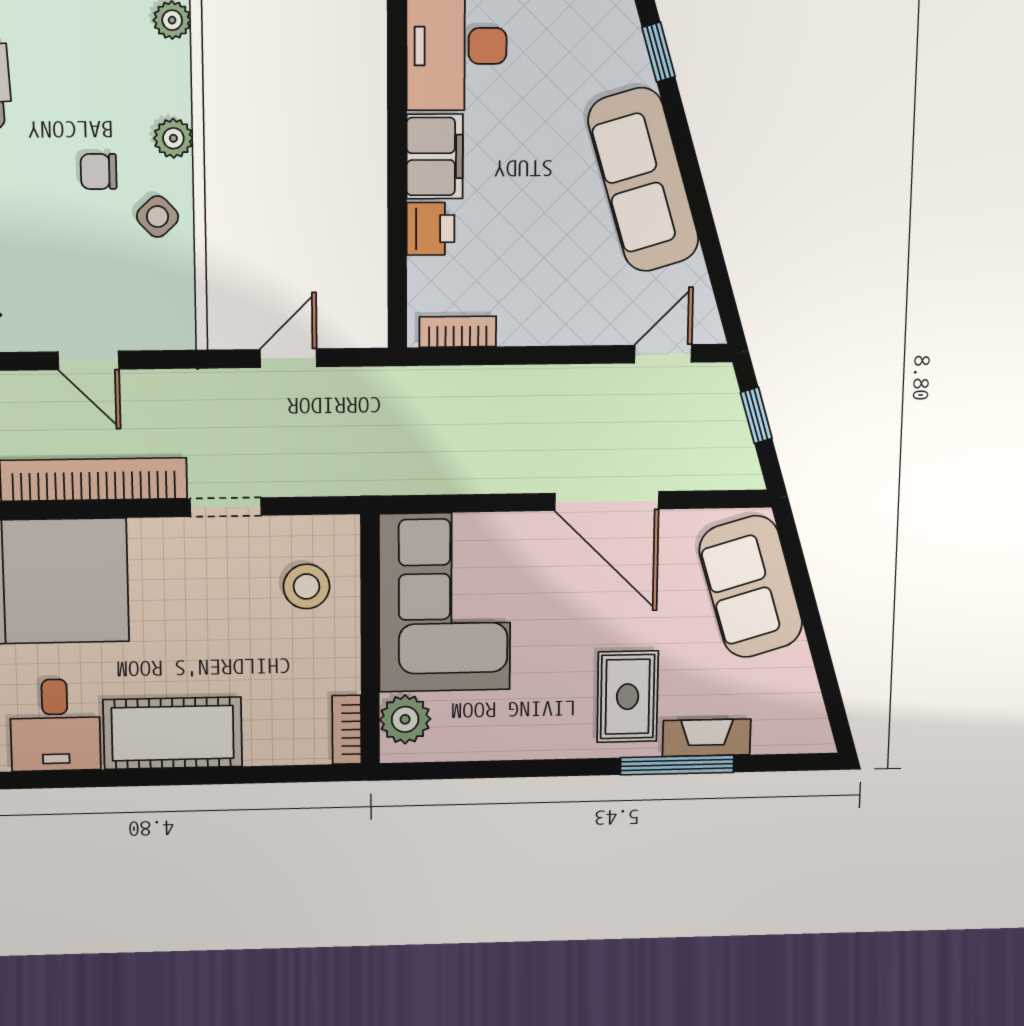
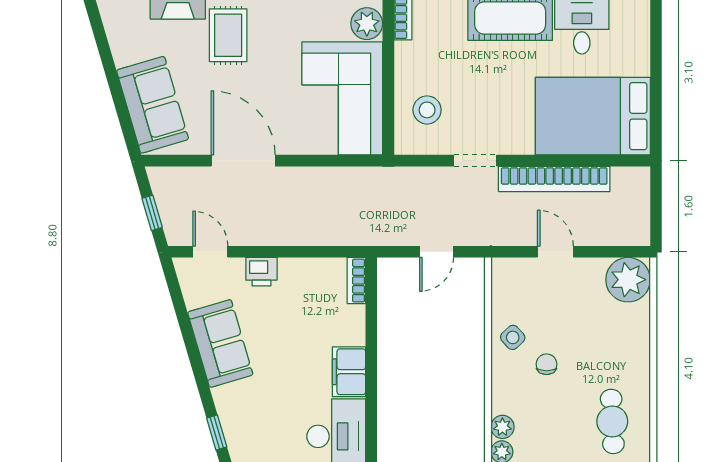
plant: (173, 138) -> (502, 427), moved
chair: (99, 171) -> (547, 364), turned -90
sofa: (643, 180) -> (220, 343), width x0.73
printer: (431, 229) -> (261, 272), moved, turned -90
bookcase: (458, 332) -> (356, 281), moved, turned 90
door: (663, 354) -> (210, 252), swing flipped

